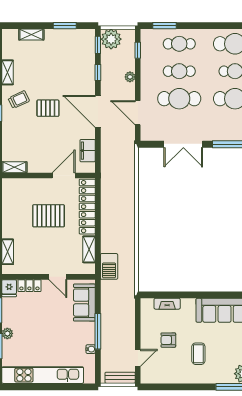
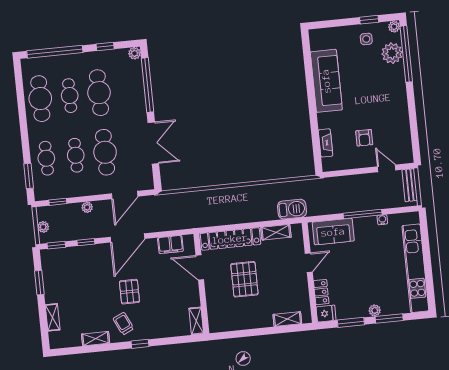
plant: (111, 39) -> (43, 227), width x0.53, depth x0.53
coffee table: (198, 354) -> (376, 104), removed

